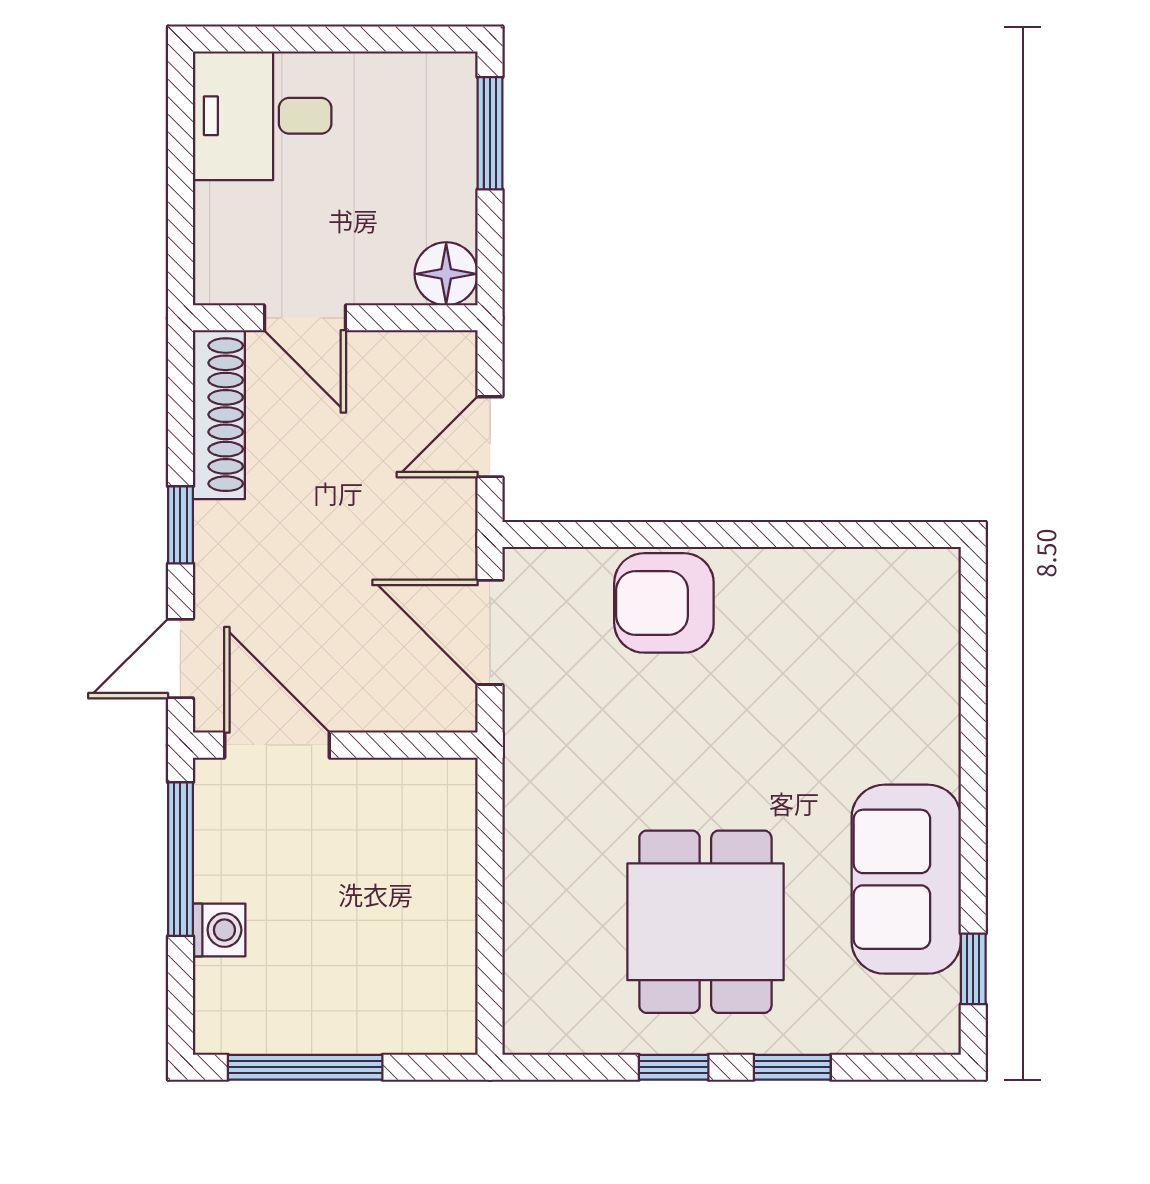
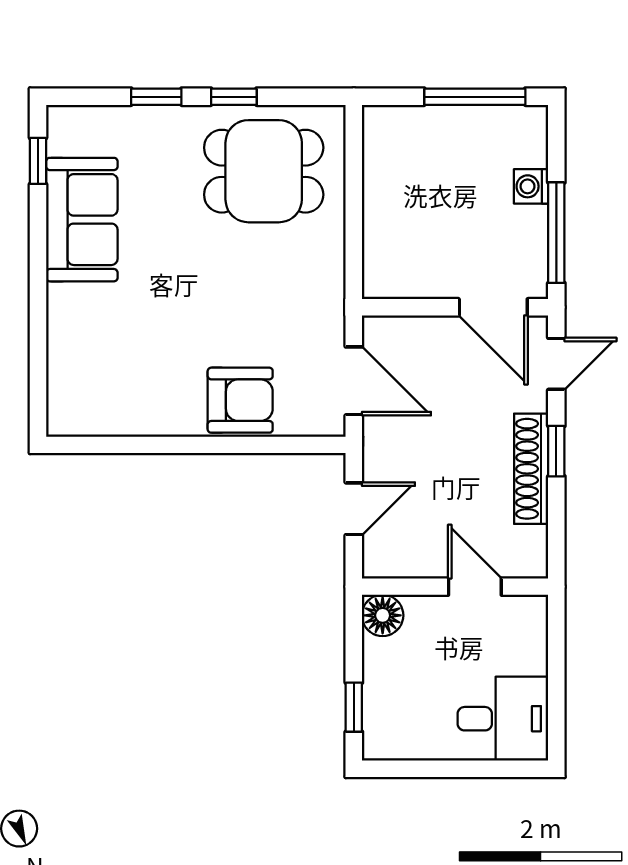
window: (490, 133) -> (354, 707), width x0.67
shoe rack: (219, 415) -> (531, 469), moved
dining table: (705, 922) -> (264, 171), moved, turned 90

